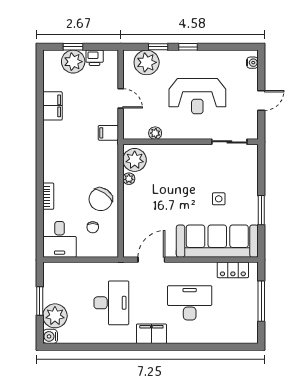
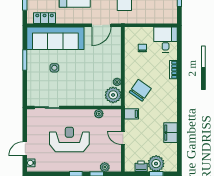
plant: (147, 62) -> (105, 167), width x0.53, depth x0.53
door: (261, 100) -> (25, 149), moved
chair: (101, 199) -> (140, 90), moved

